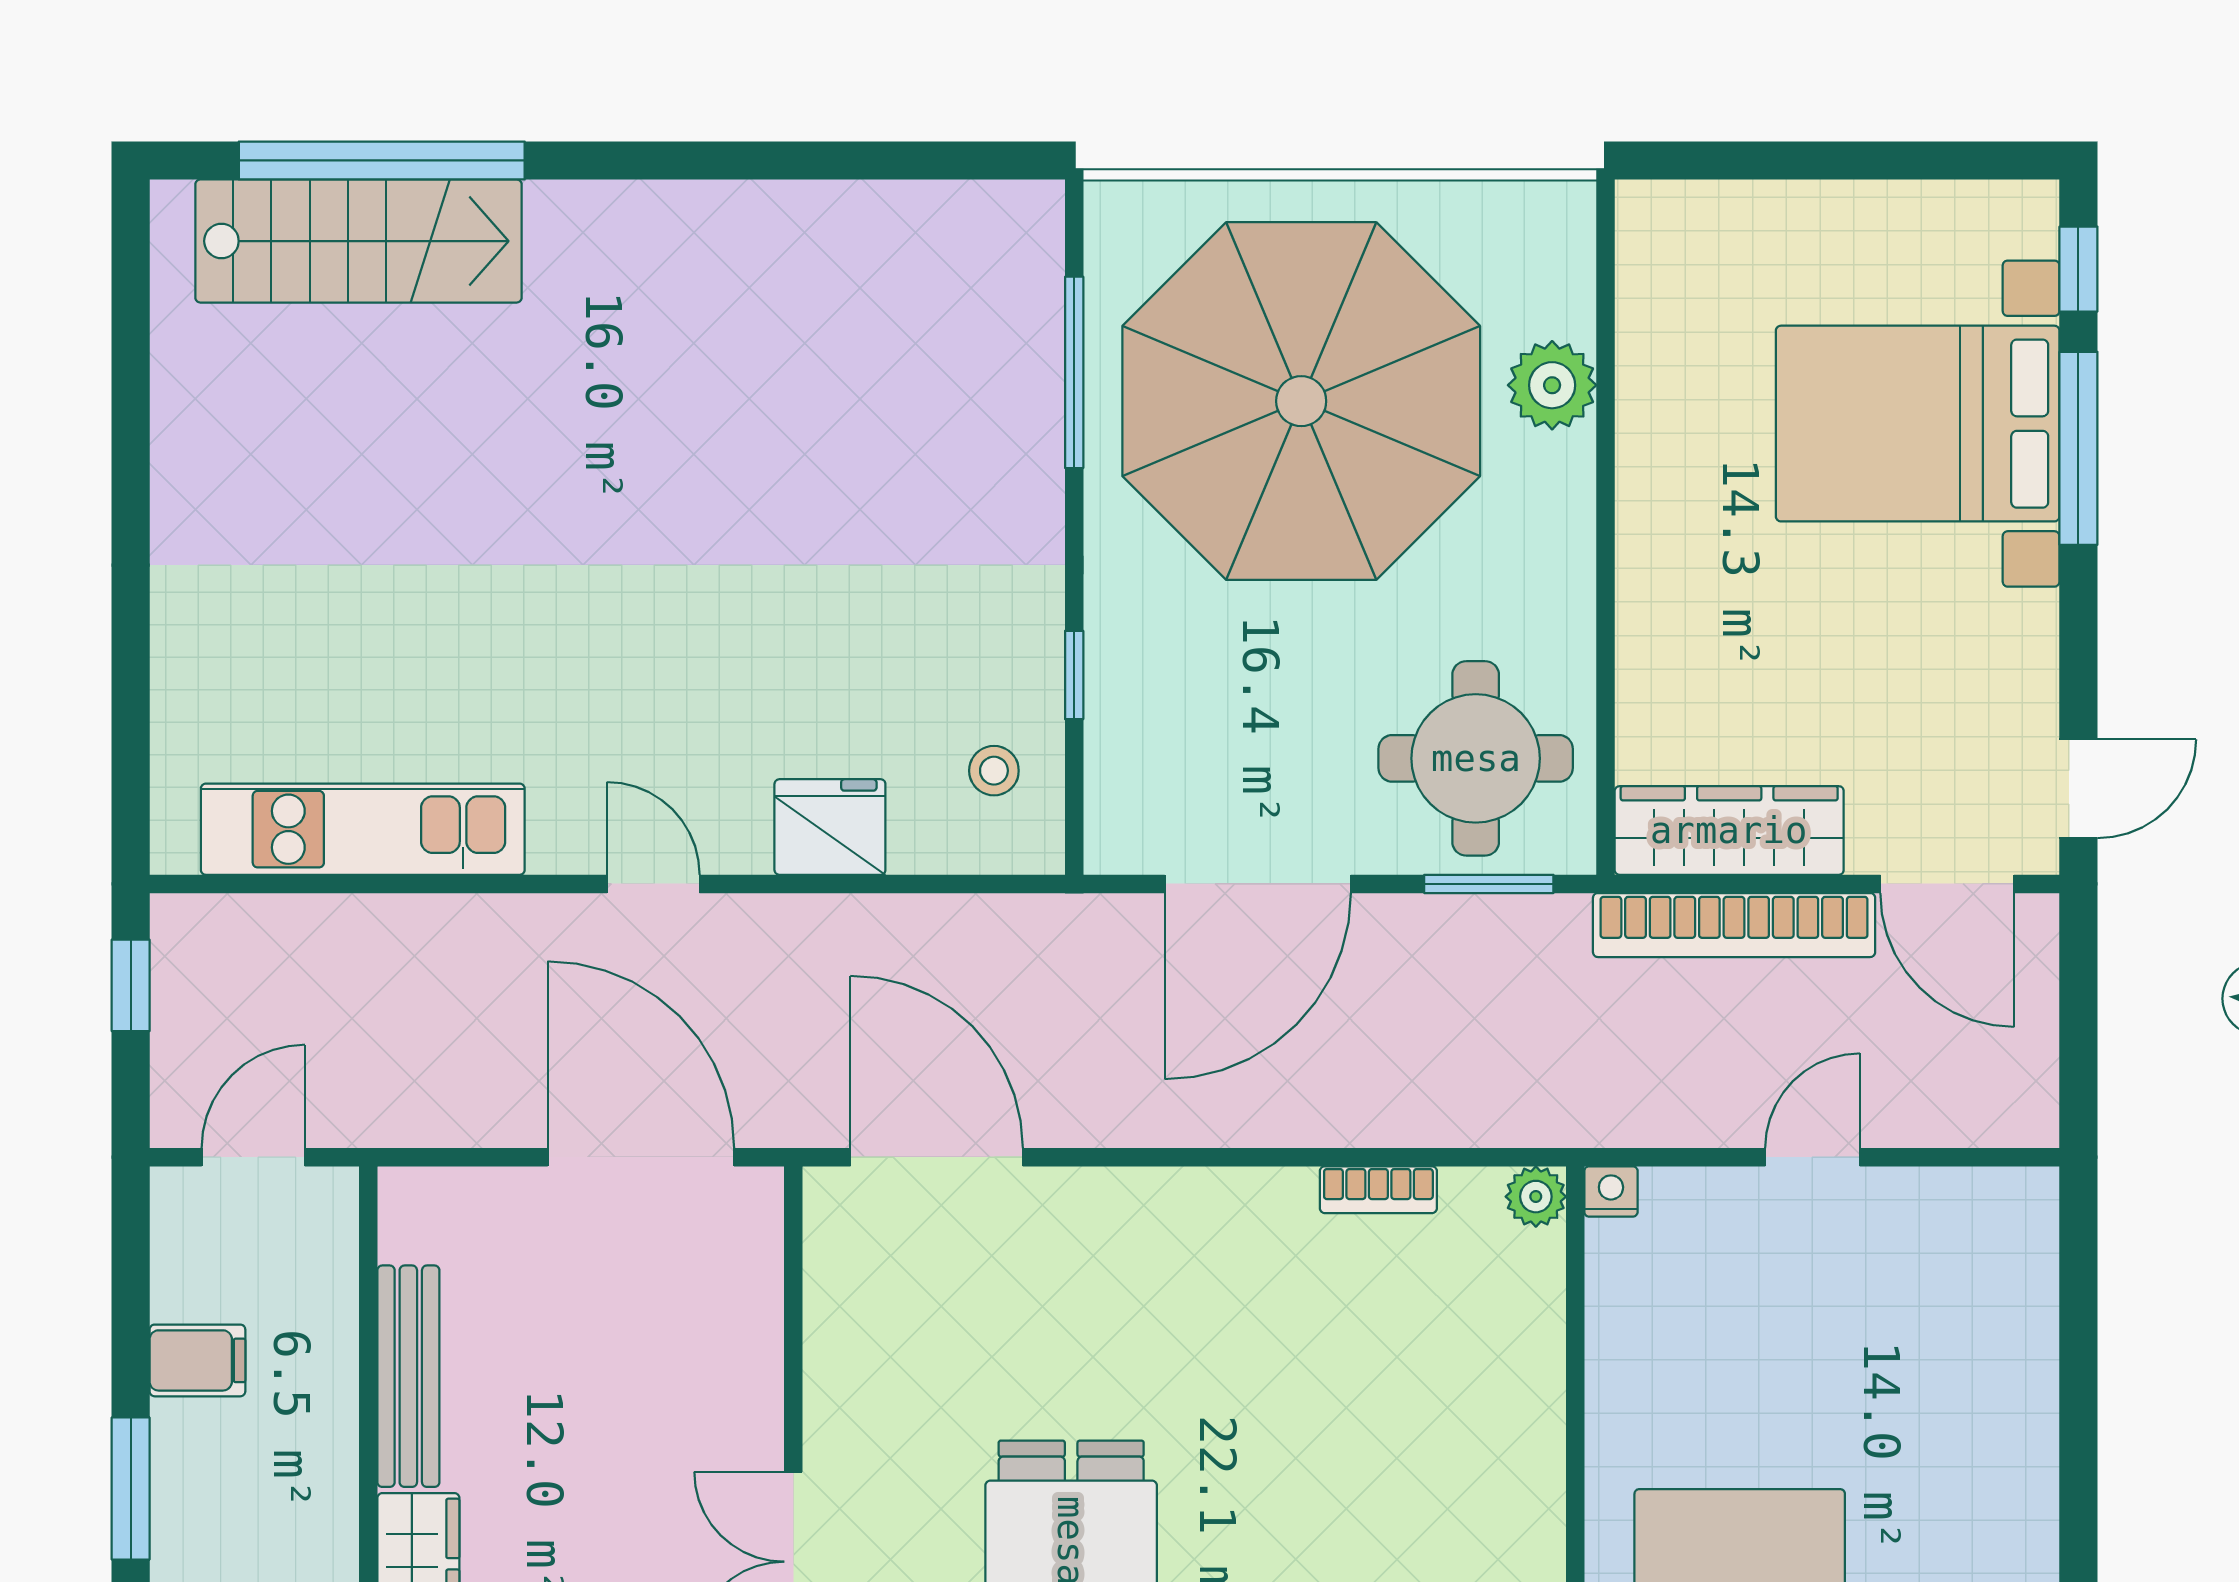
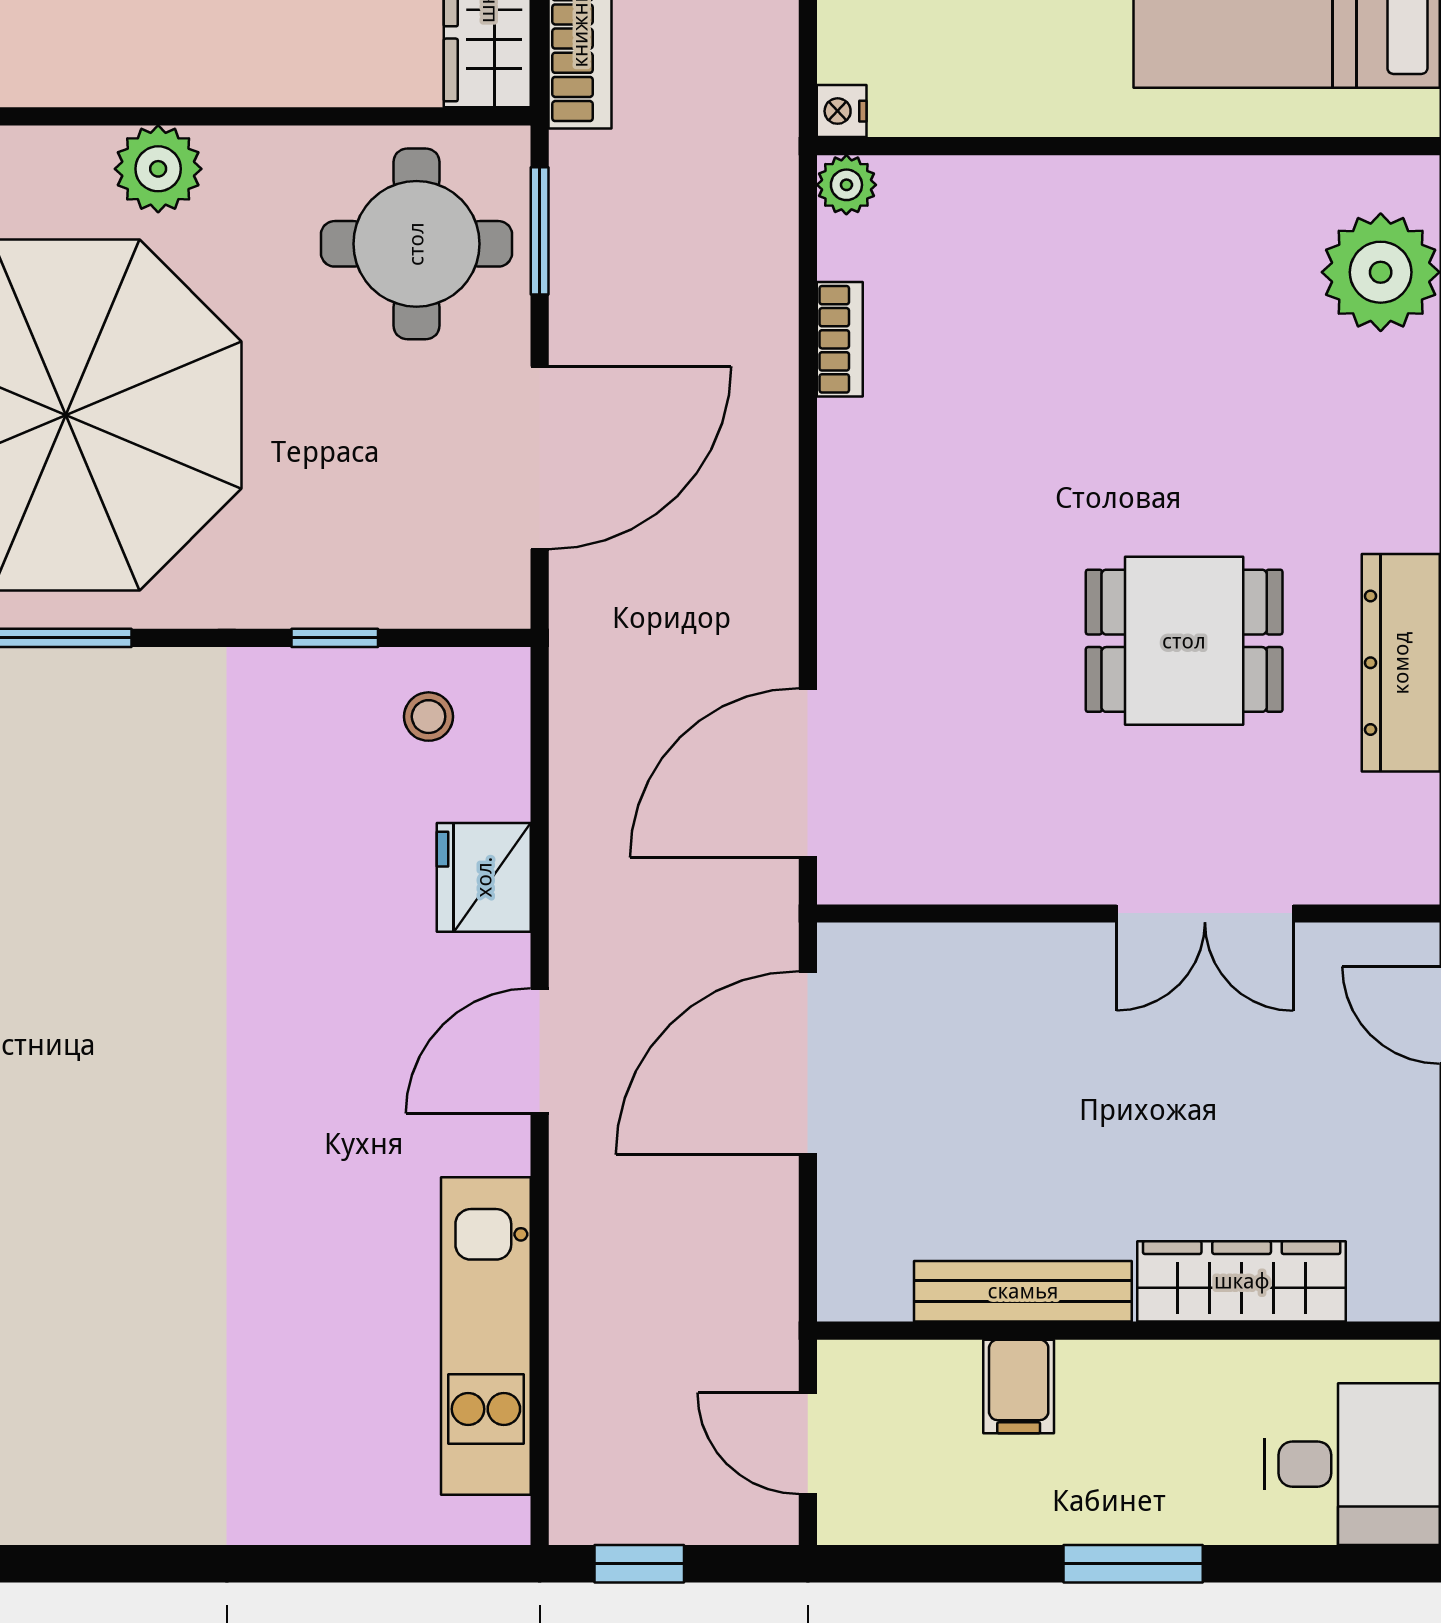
plant: (1552, 385) -> (158, 169), moved
door: (653, 884) -> (540, 1051), width x1.38
door: (1258, 884) -> (540, 458), hinge flipped
filing cabinet: (197, 1360) -> (1019, 1387), moved, turned 180

